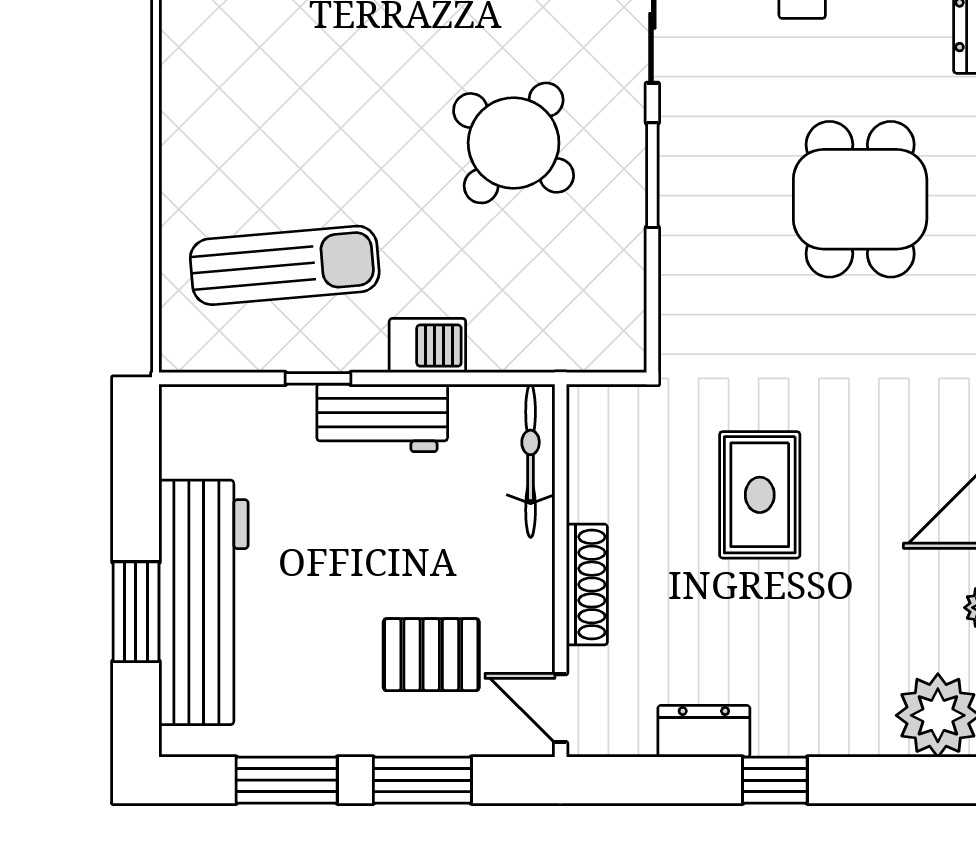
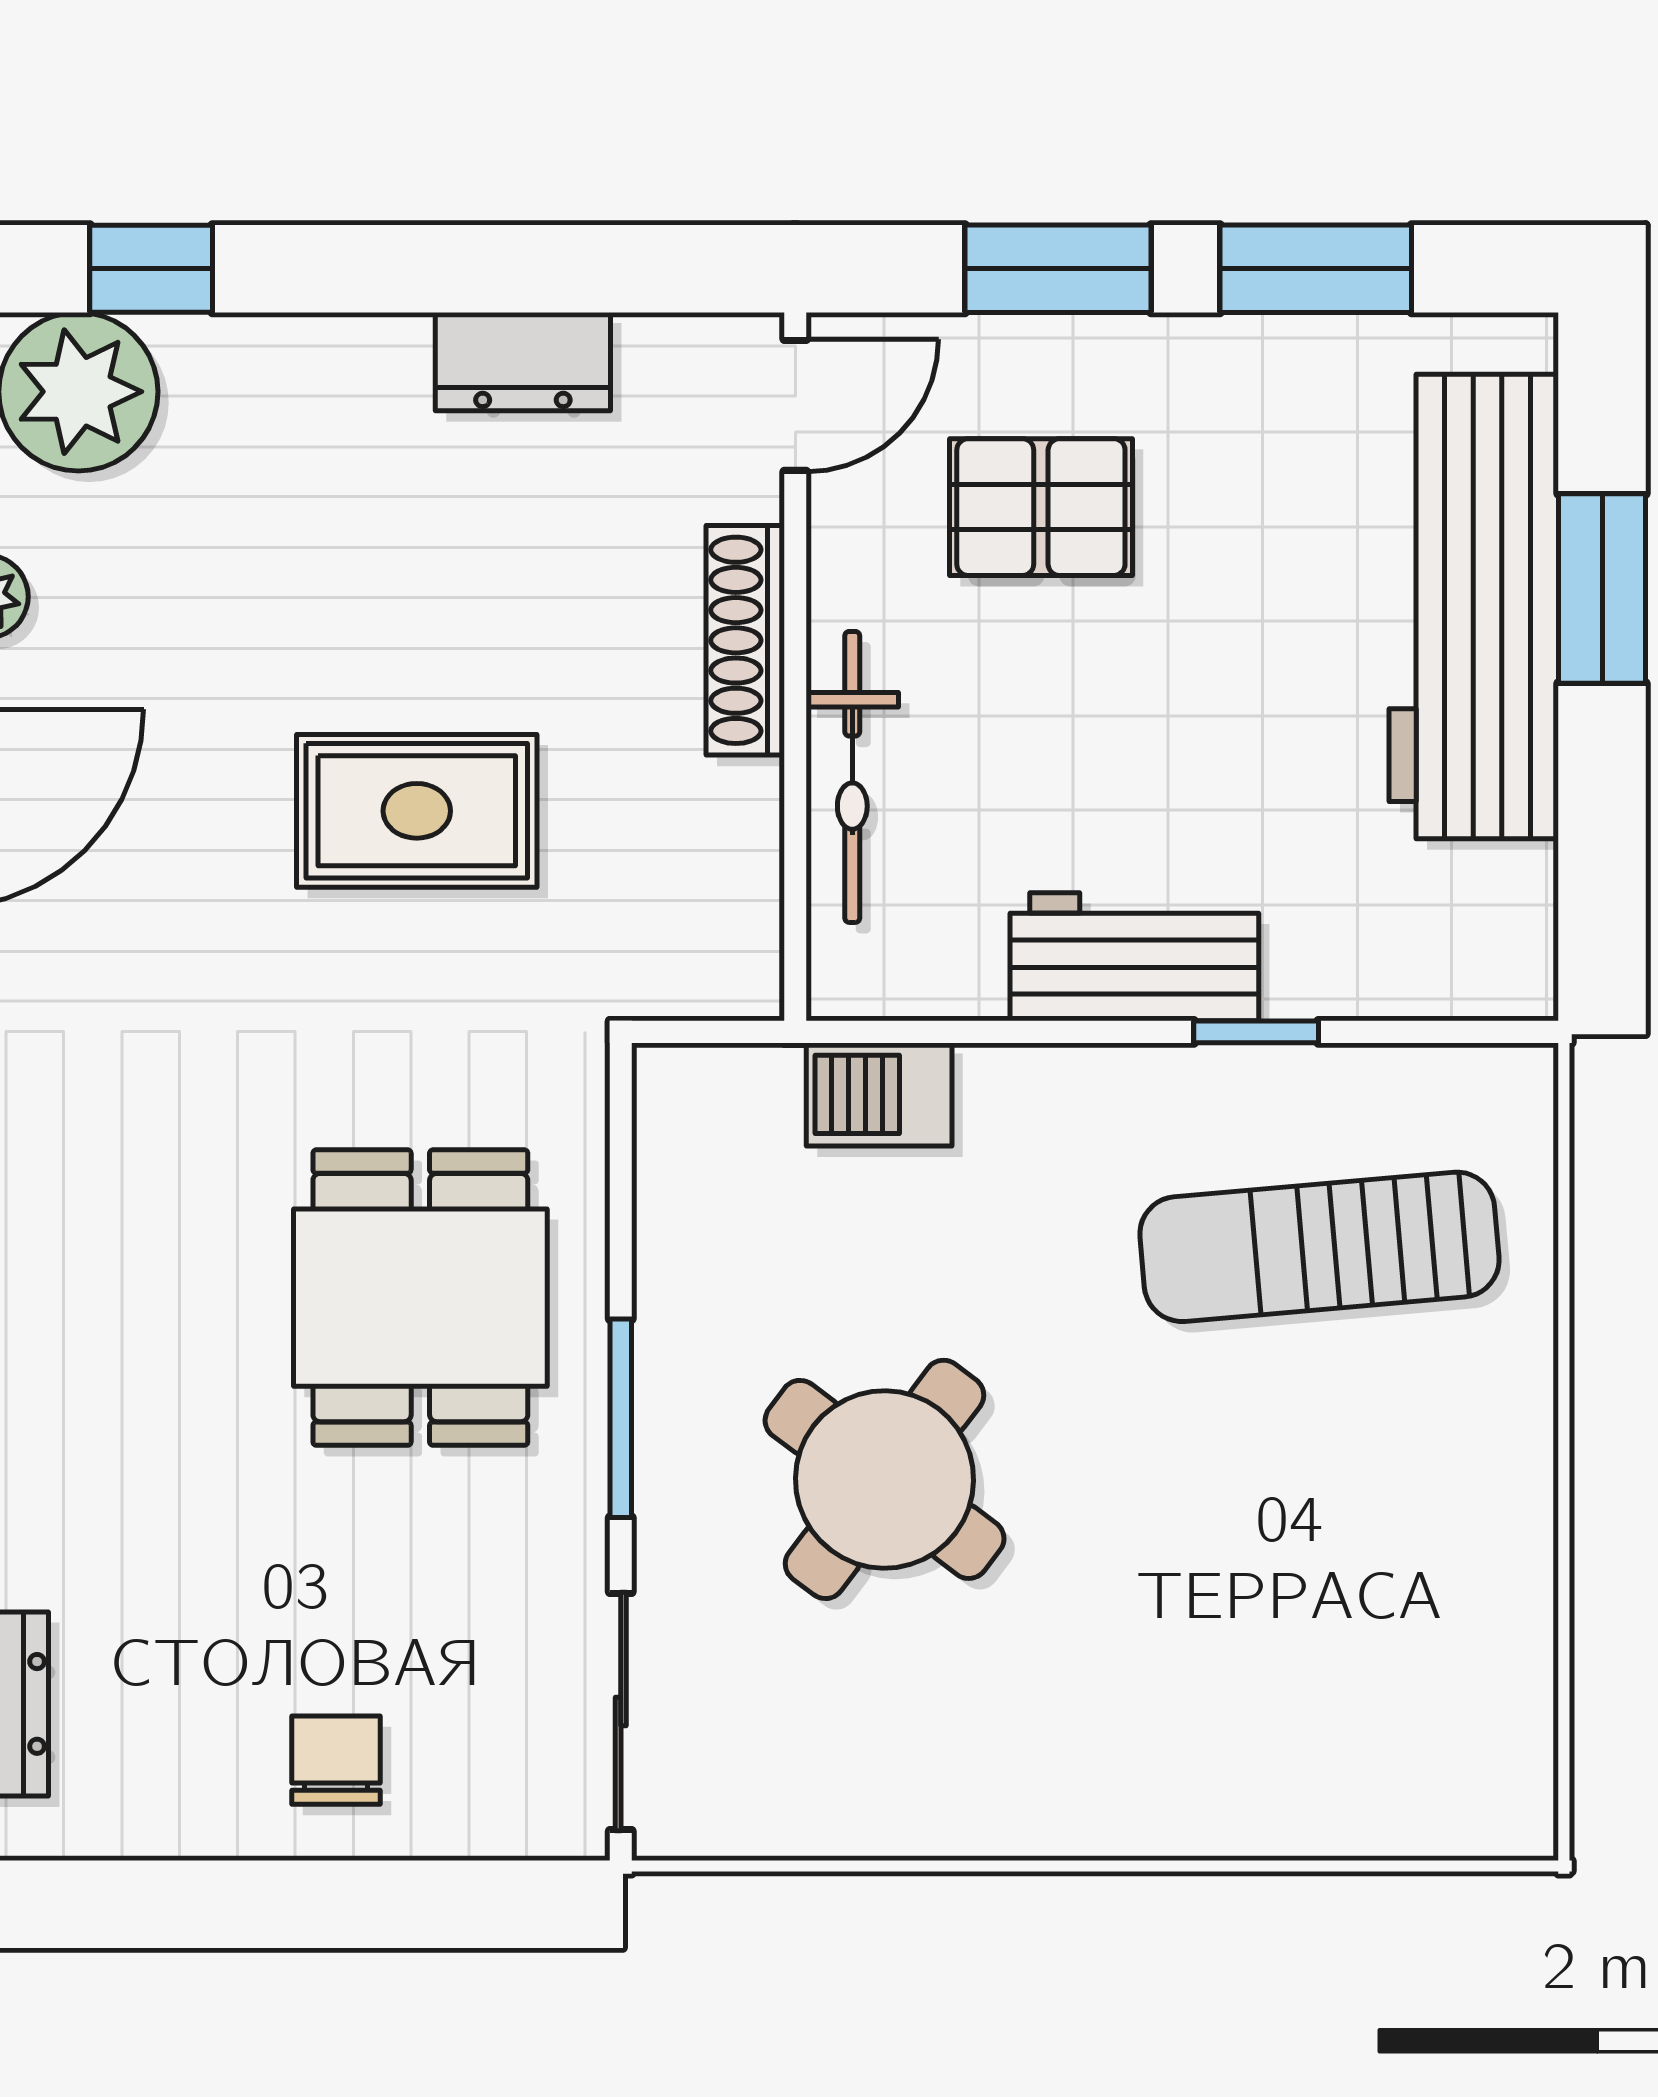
dining table: (860, 199) -> (420, 1298), moved
barbecue: (427, 346) -> (879, 1094), moved
bicycle: (531, 461) -> (852, 777), moved
rug: (760, 495) -> (417, 811), turned 90
door: (561, 708) -> (795, 405), hinge flipped
window: (775, 780) -> (151, 269), moved

